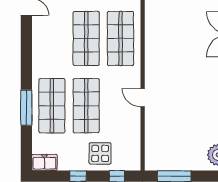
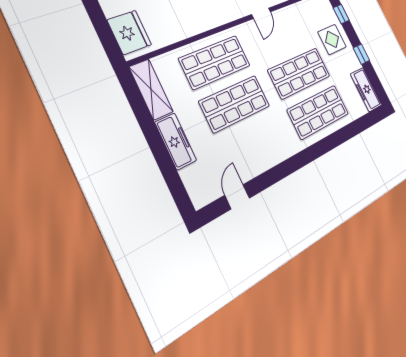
window: (26, 108) -> (334, 140), removed
freezer: (44, 162) -> (366, 90), width x1.40

